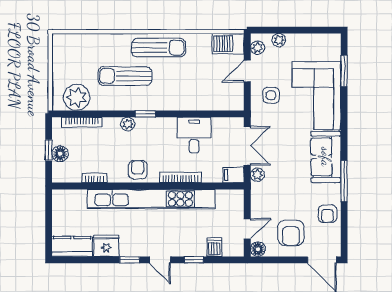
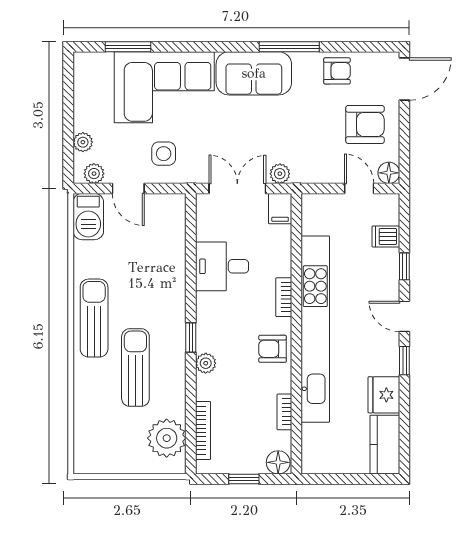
sun lounger: (125, 76) -> (135, 368), turned 180
floor lamp: (60, 154) -> (278, 462), moved
bookcase: (180, 177) -> (284, 297), width x0.64
door: (160, 260) -> (404, 316), swing flipped

